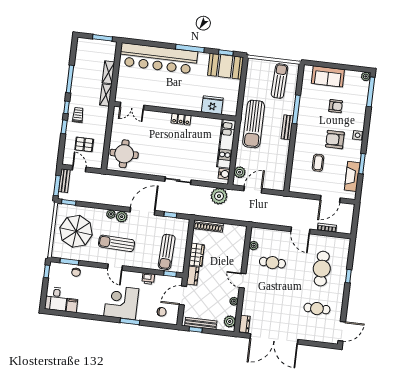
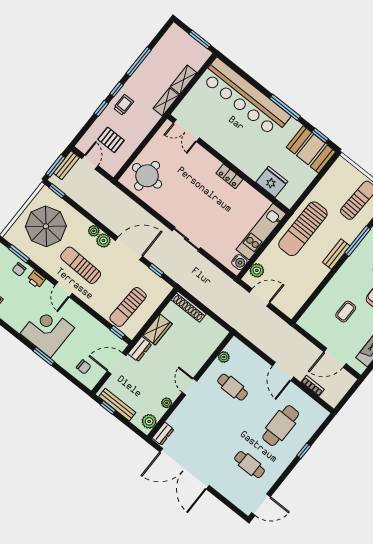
plant: (219, 196) -> (220, 282), removed
printer: (148, 279) -> (36, 279), moved

